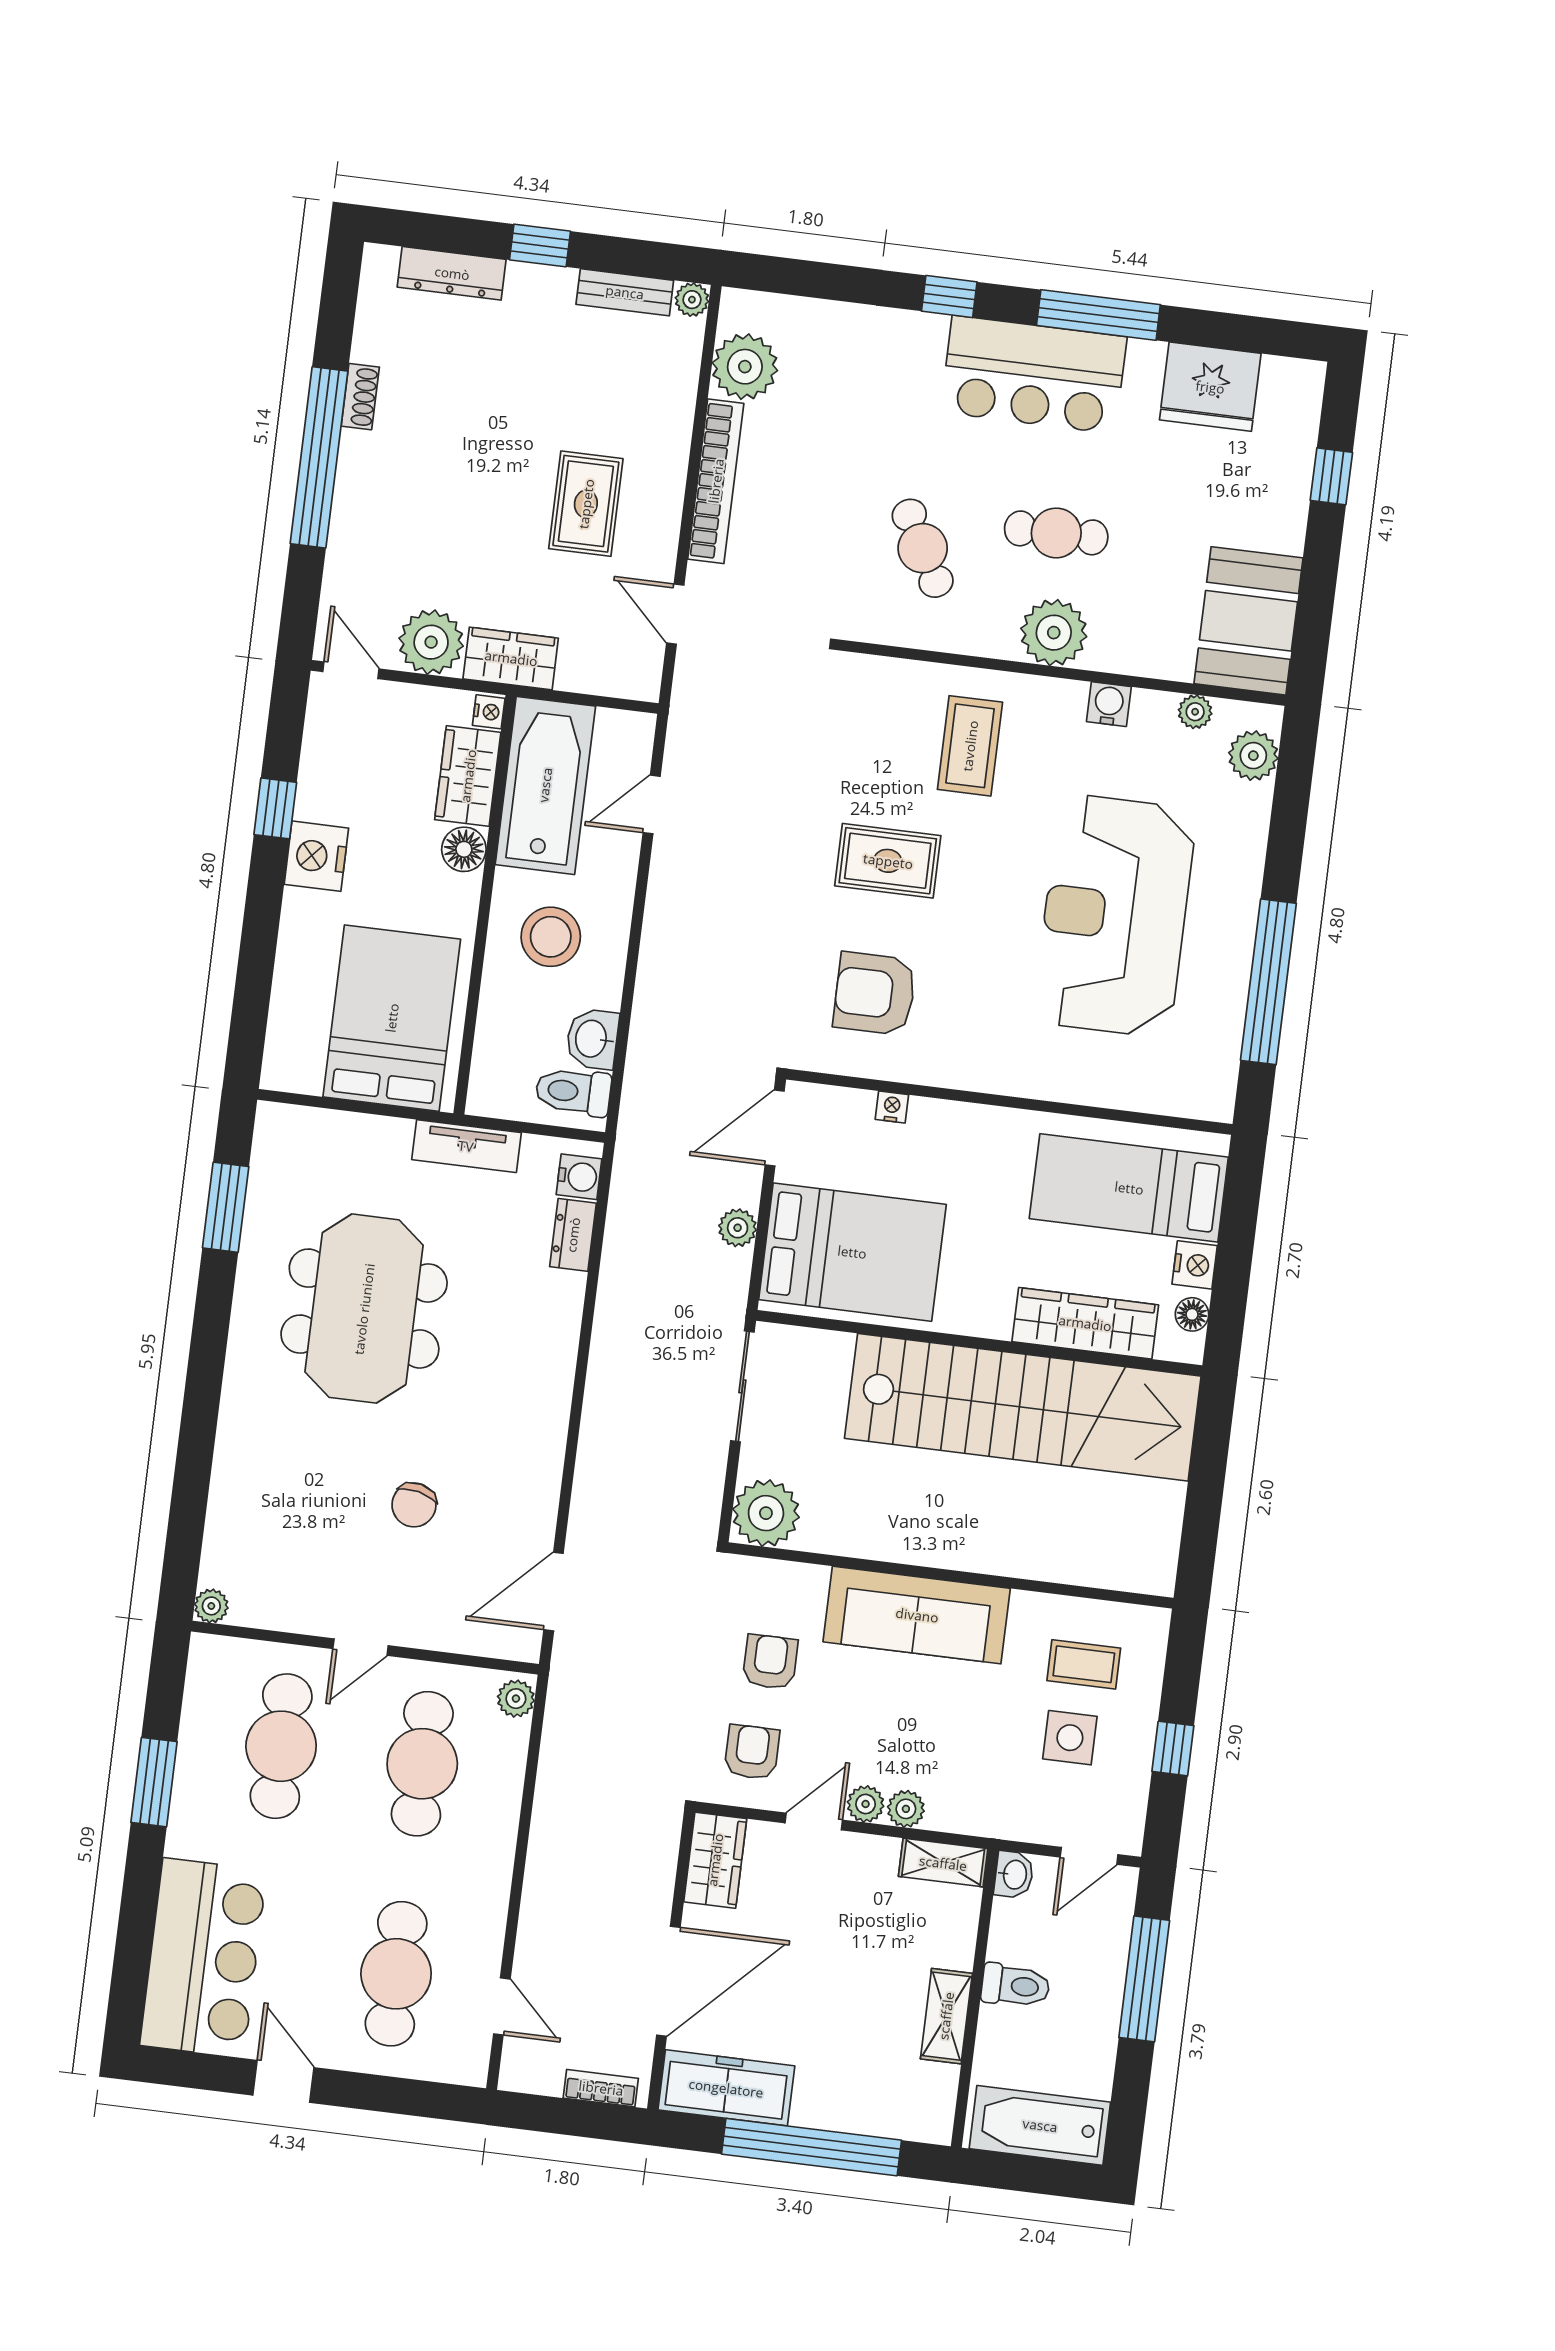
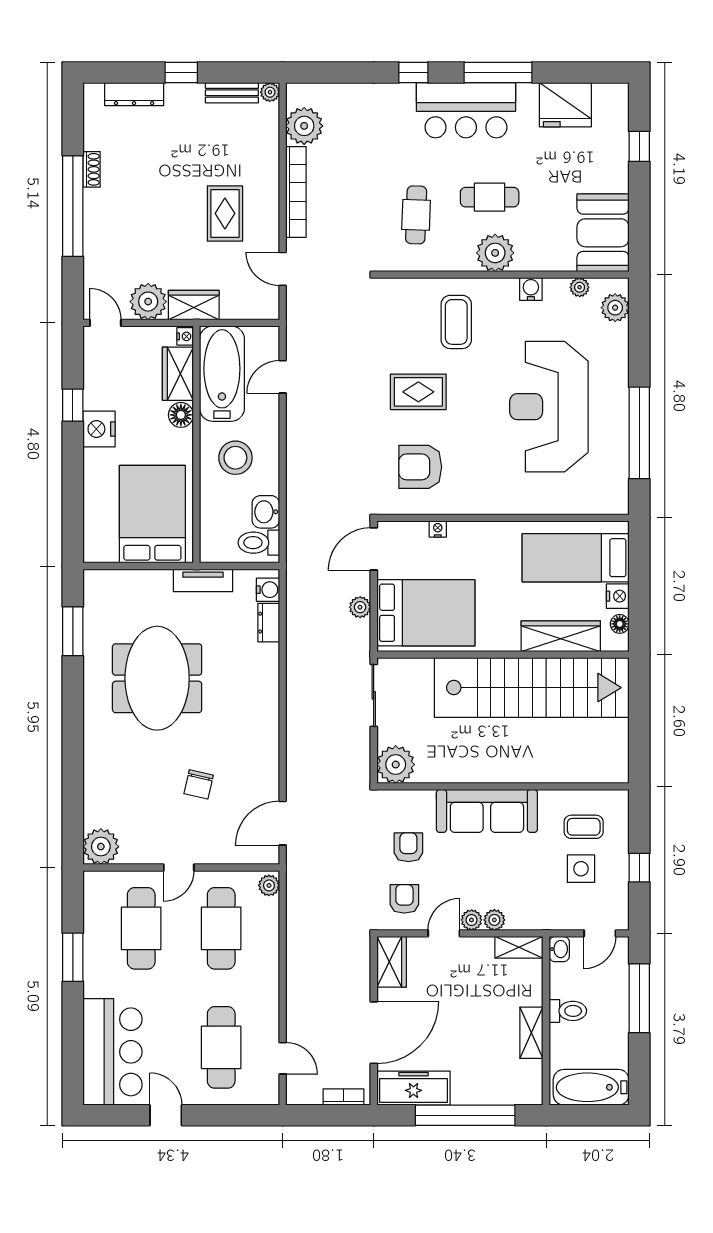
cafe table: (923, 548) -> (416, 215), turned 31
plant: (211, 1606) -> (101, 847), width x1.88, depth x1.88

